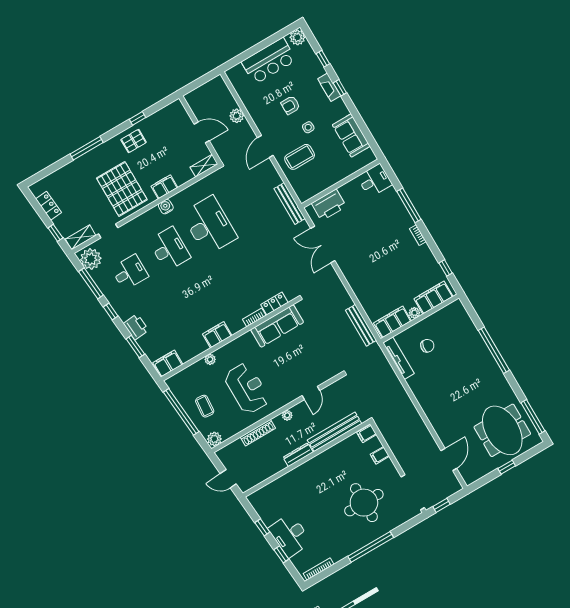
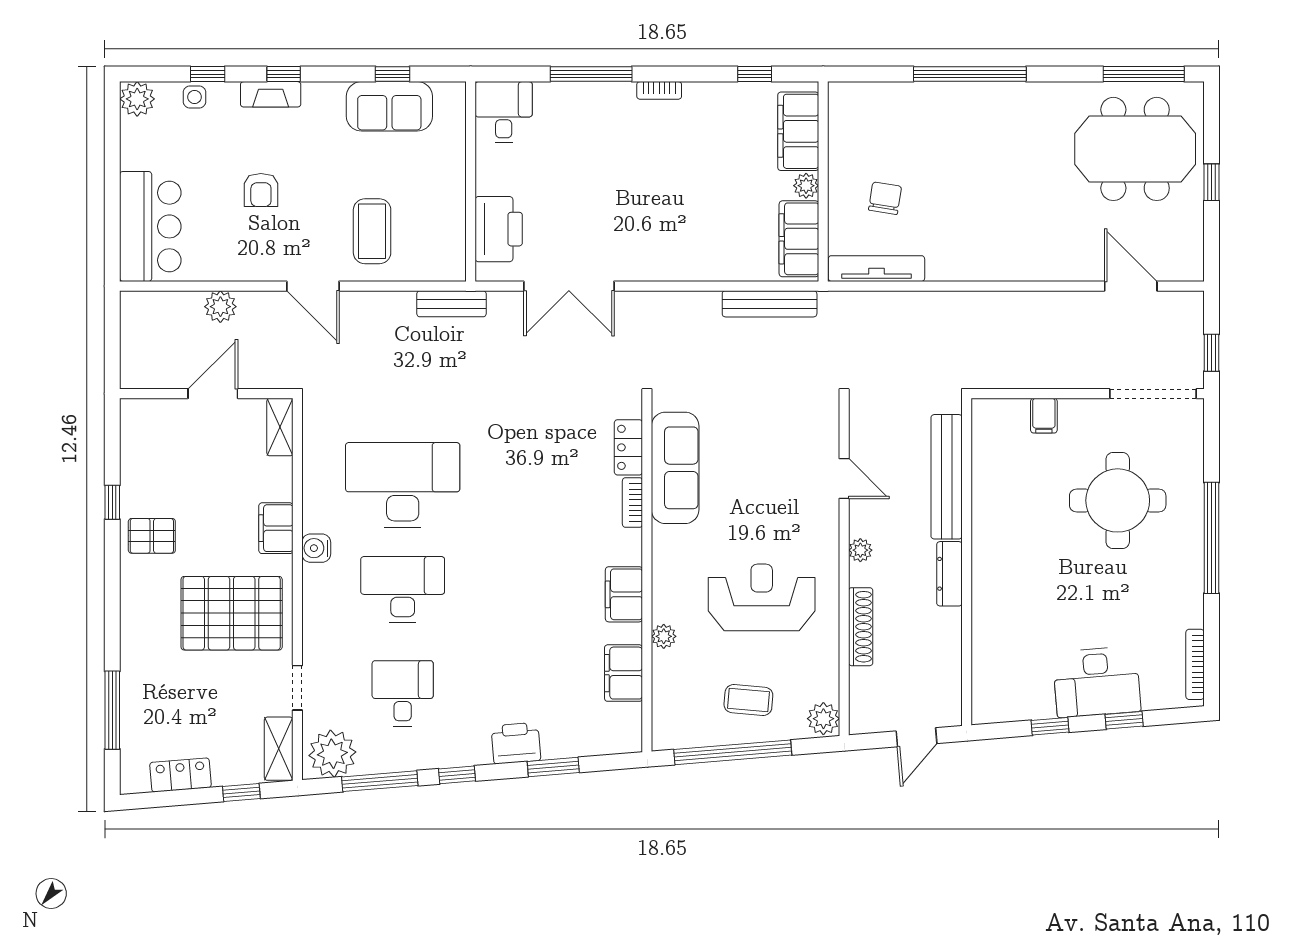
bar counter: (269, 61) -> (150, 226), moved
side table: (308, 127) -> (195, 97), moved
window: (364, 129) -> (392, 74), added
pallet: (134, 141) -> (152, 536), turned 90
window: (87, 148) -> (112, 710), moved
bench: (290, 204) -> (451, 304), width x0.73
filing cabinet: (168, 364) -> (624, 673), moved
filing cabinet: (367, 434) -> (987, 416), removed

